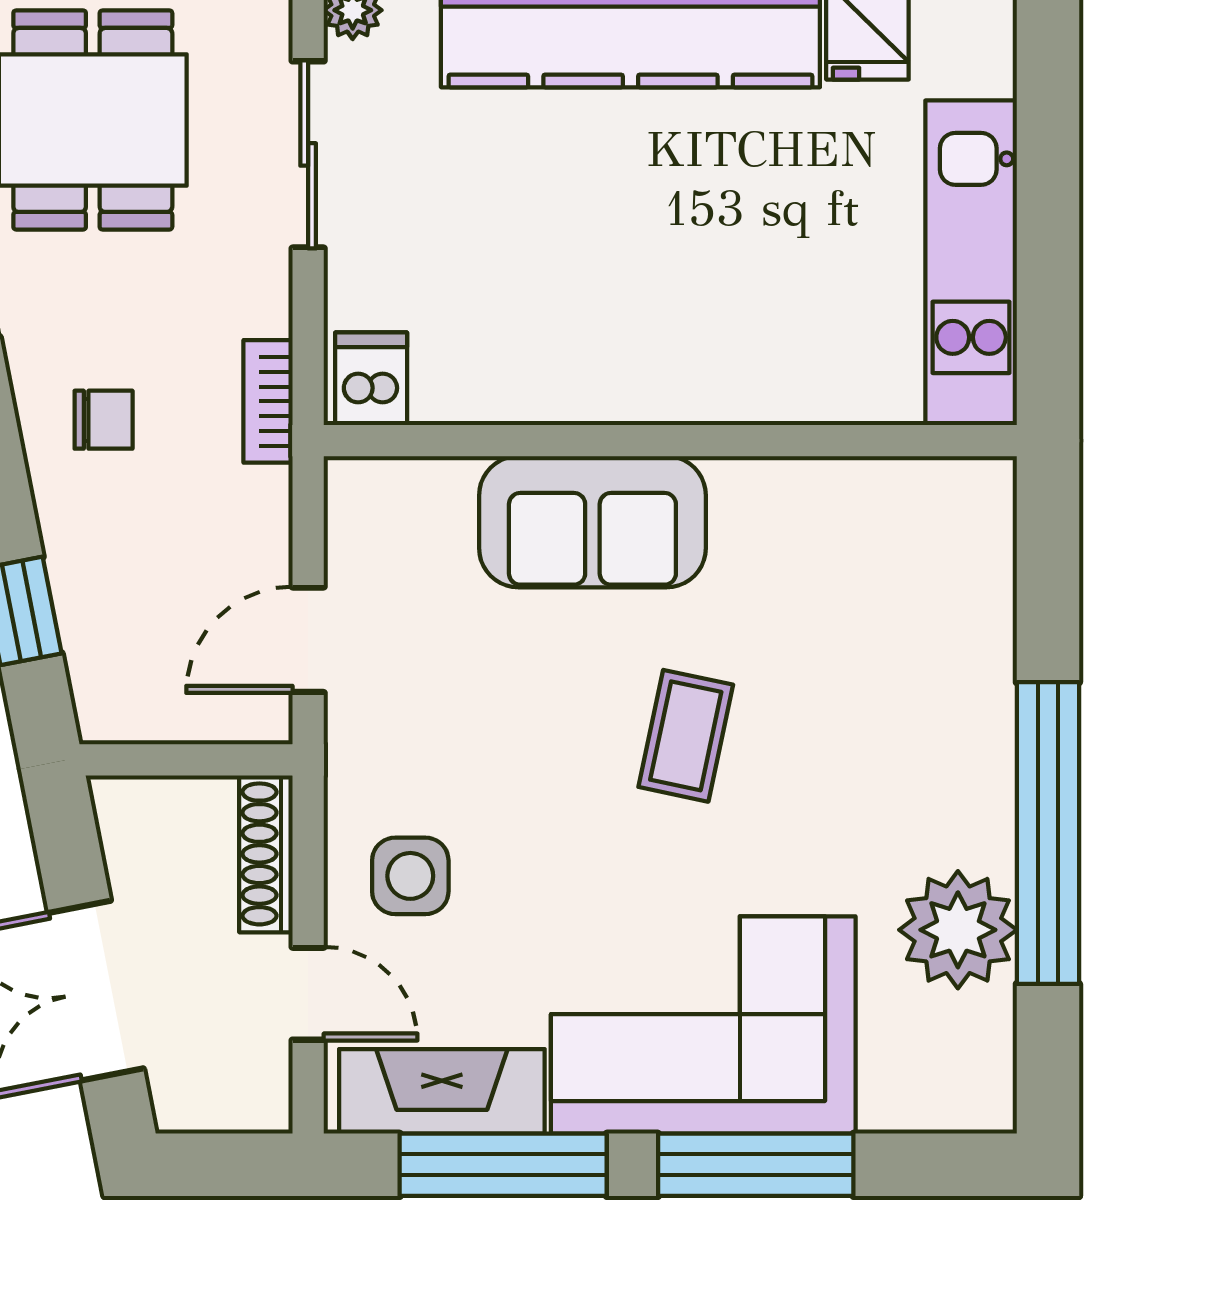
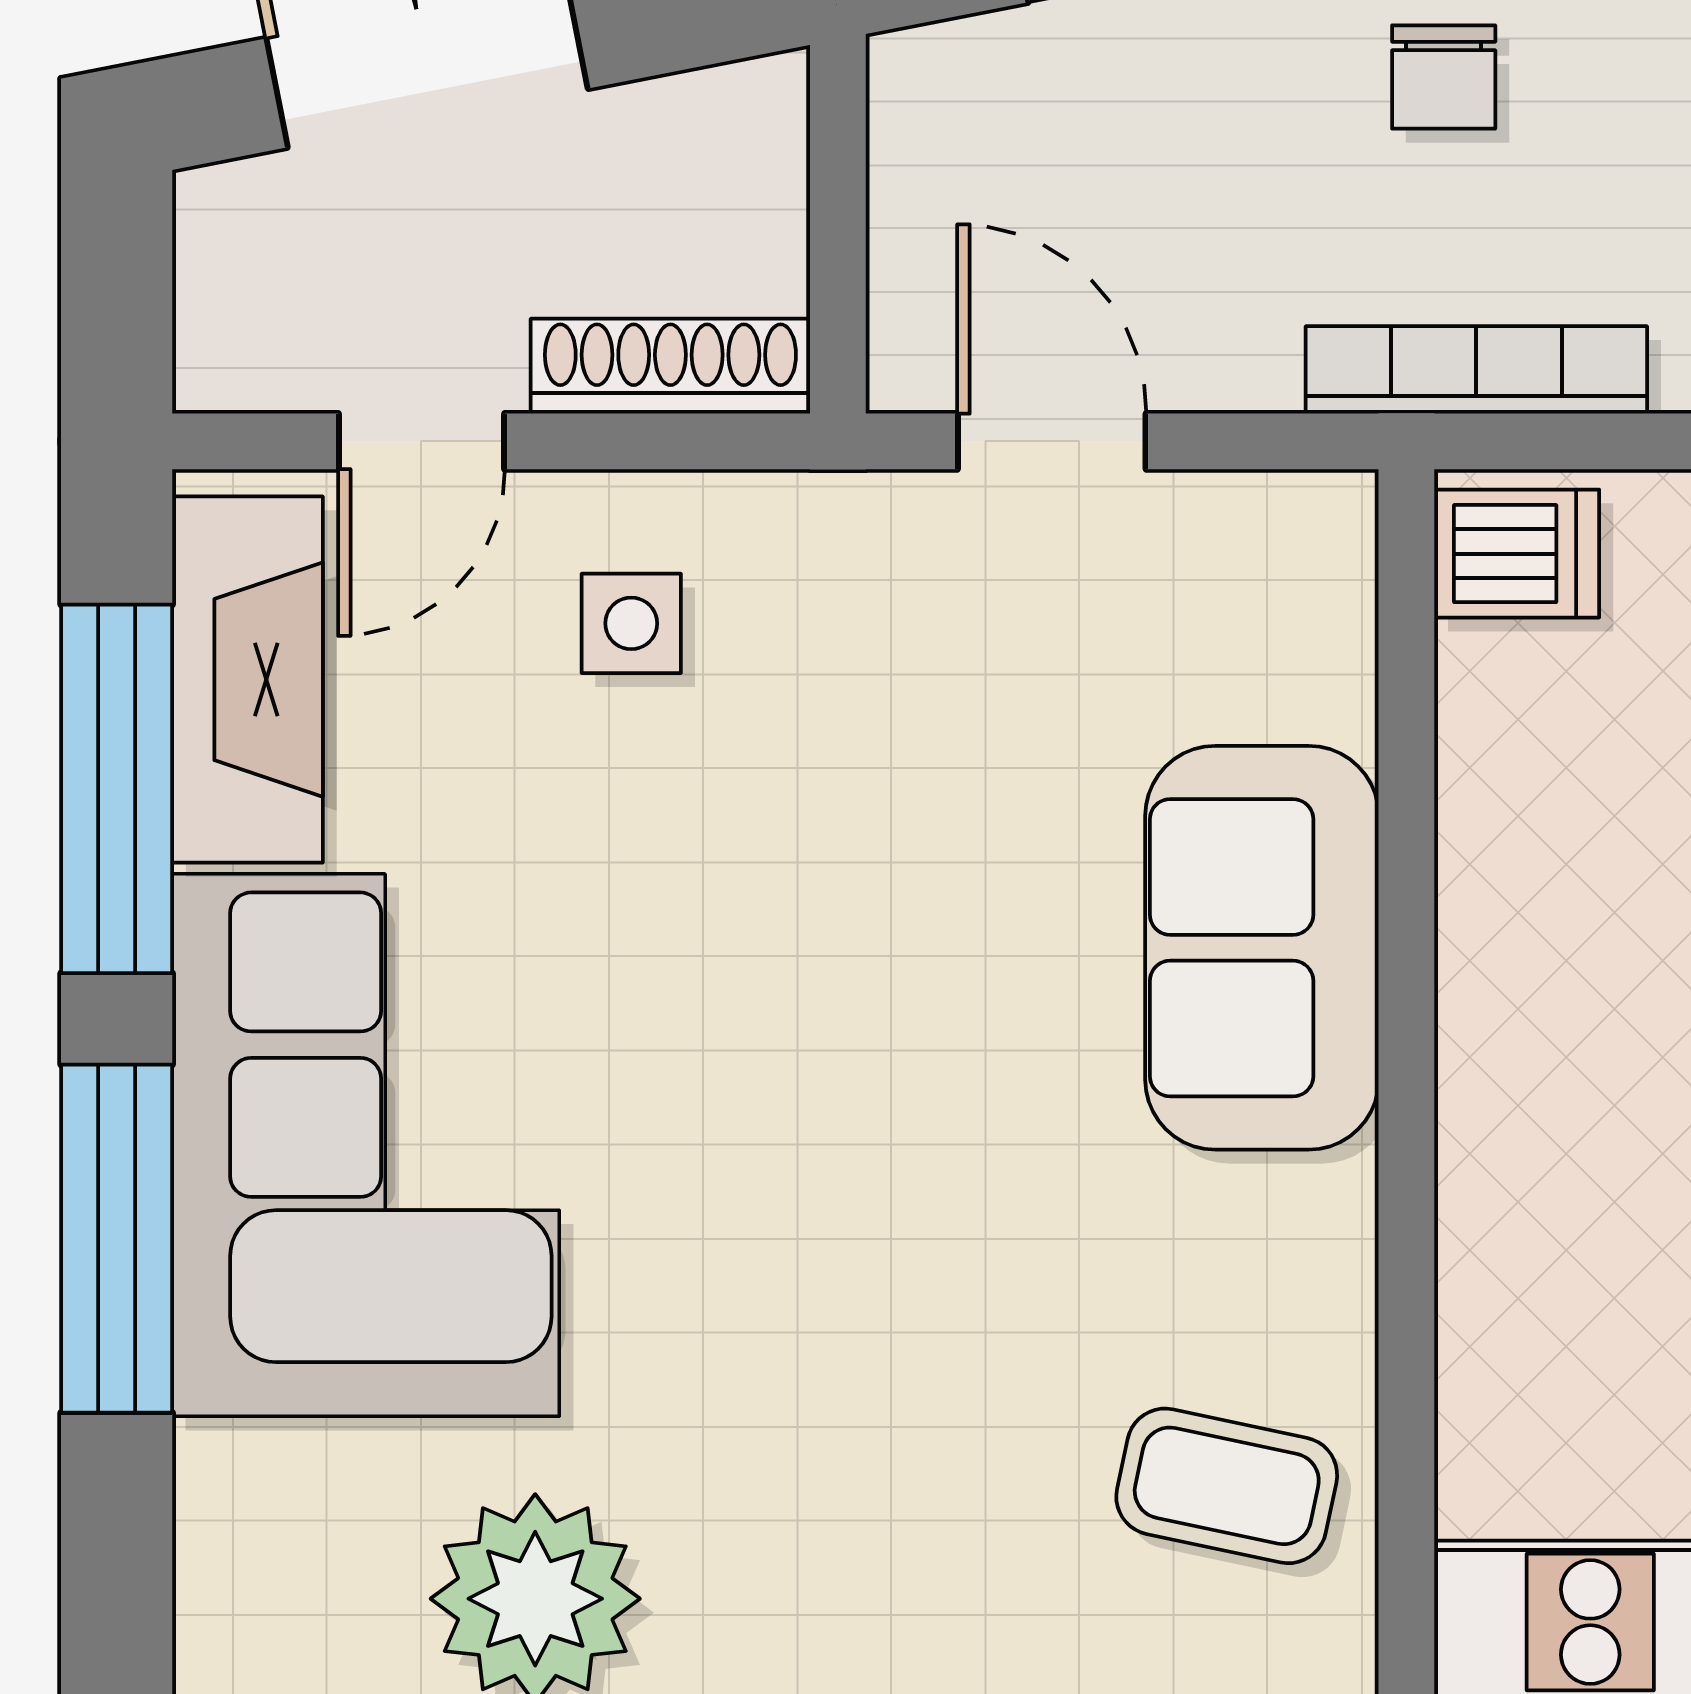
bookcase: (268, 401) -> (1476, 370), width x1.56
coffee table: (686, 736) -> (1227, 1486), moved
side table: (410, 876) -> (631, 623), width x0.73, depth x0.73

